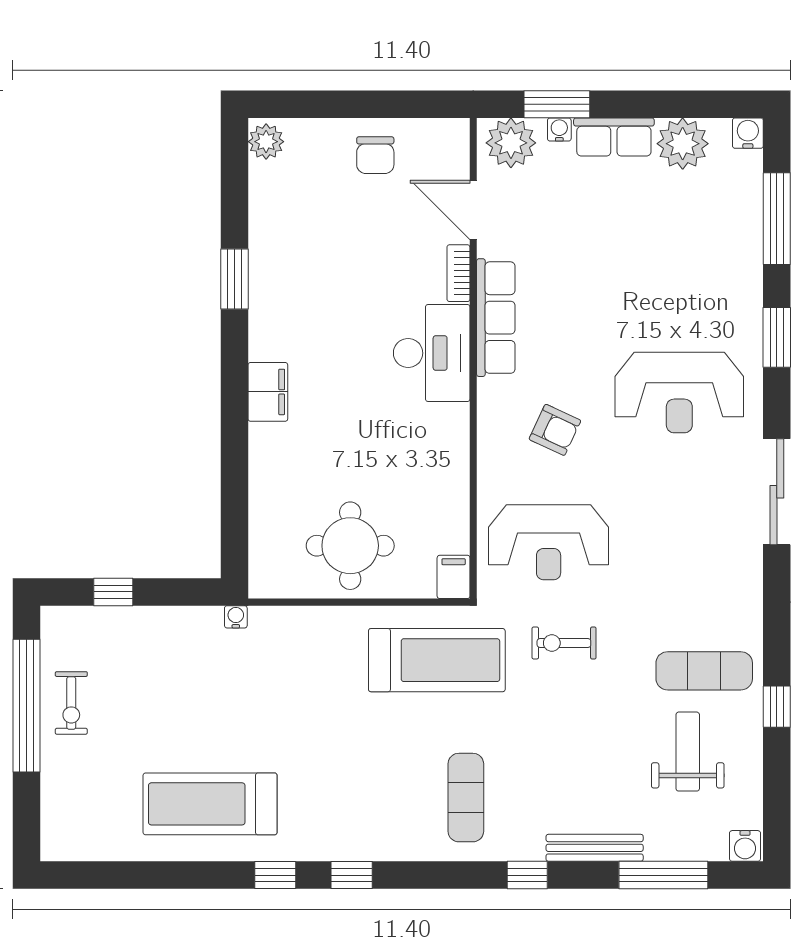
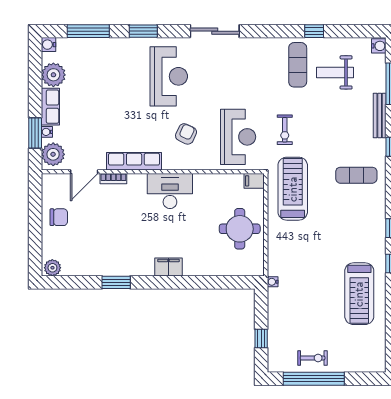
desk: (432, 353) -> (170, 191), moved

